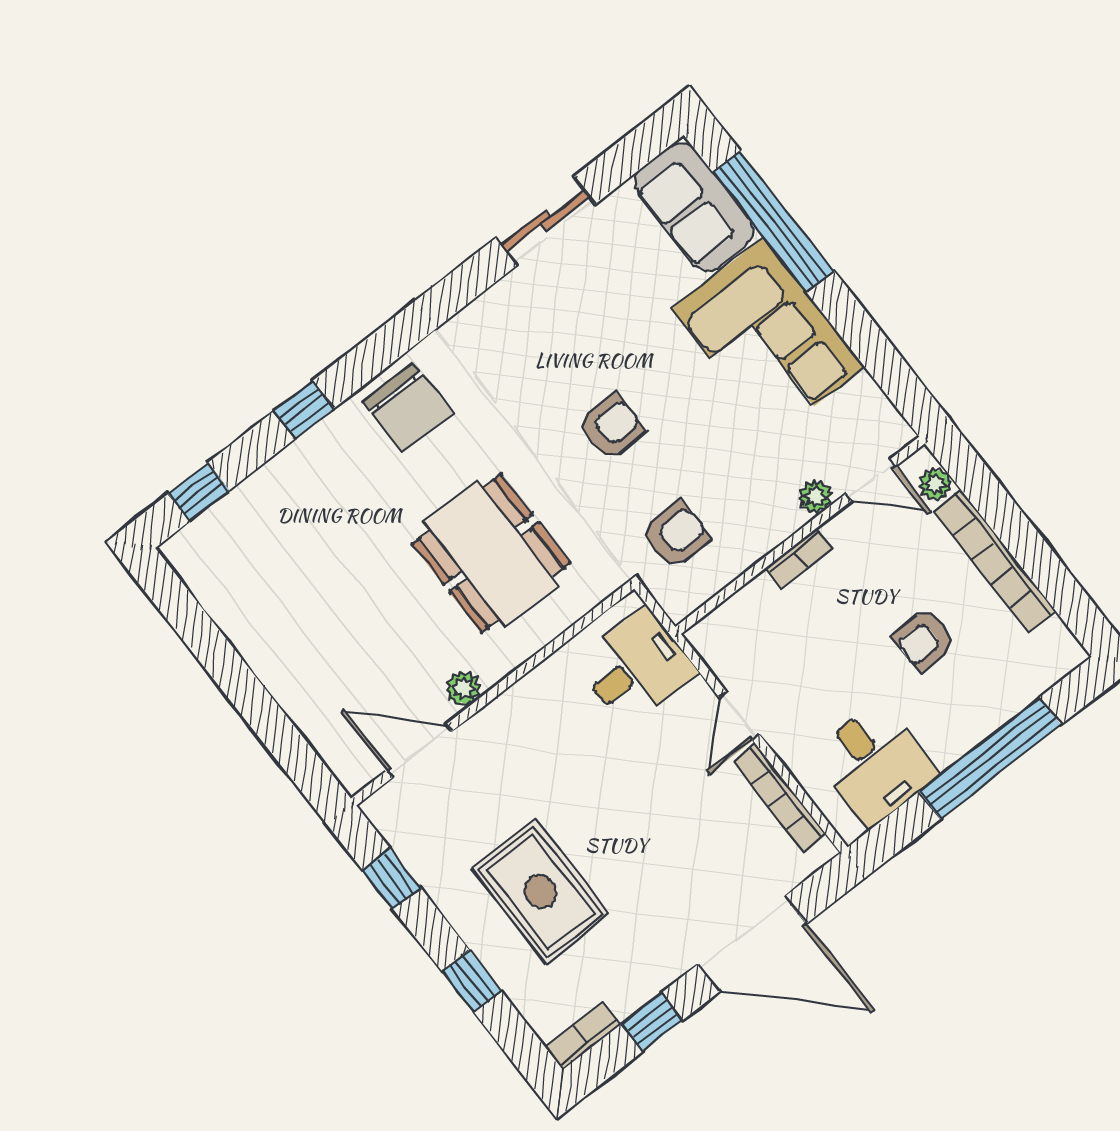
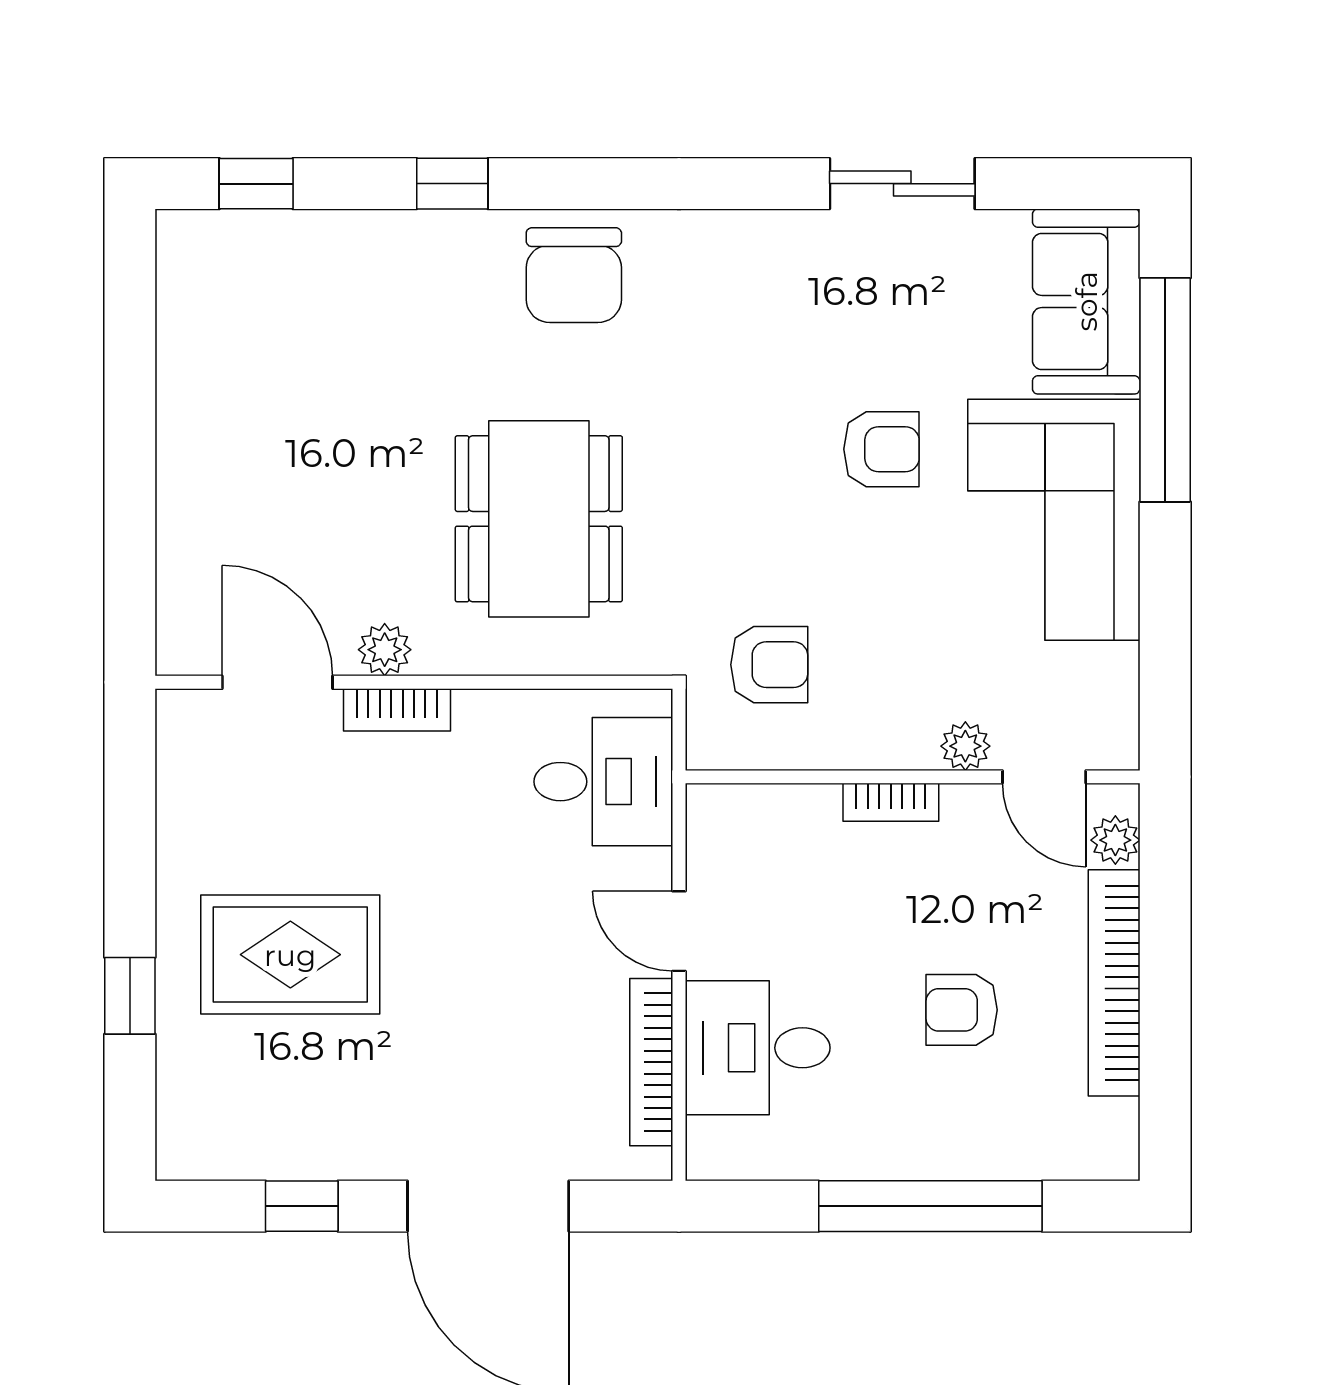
armchair: (611, 427) -> (881, 449), moved
door: (739, 716) -> (679, 931), hinge flipped
desk: (875, 764) -> (758, 1048), moved, turned 90
window: (392, 879) -> (130, 806), removed
rug: (541, 892) -> (290, 955), turned 90
bookcase: (583, 1036) -> (397, 710), moved, turned 180

